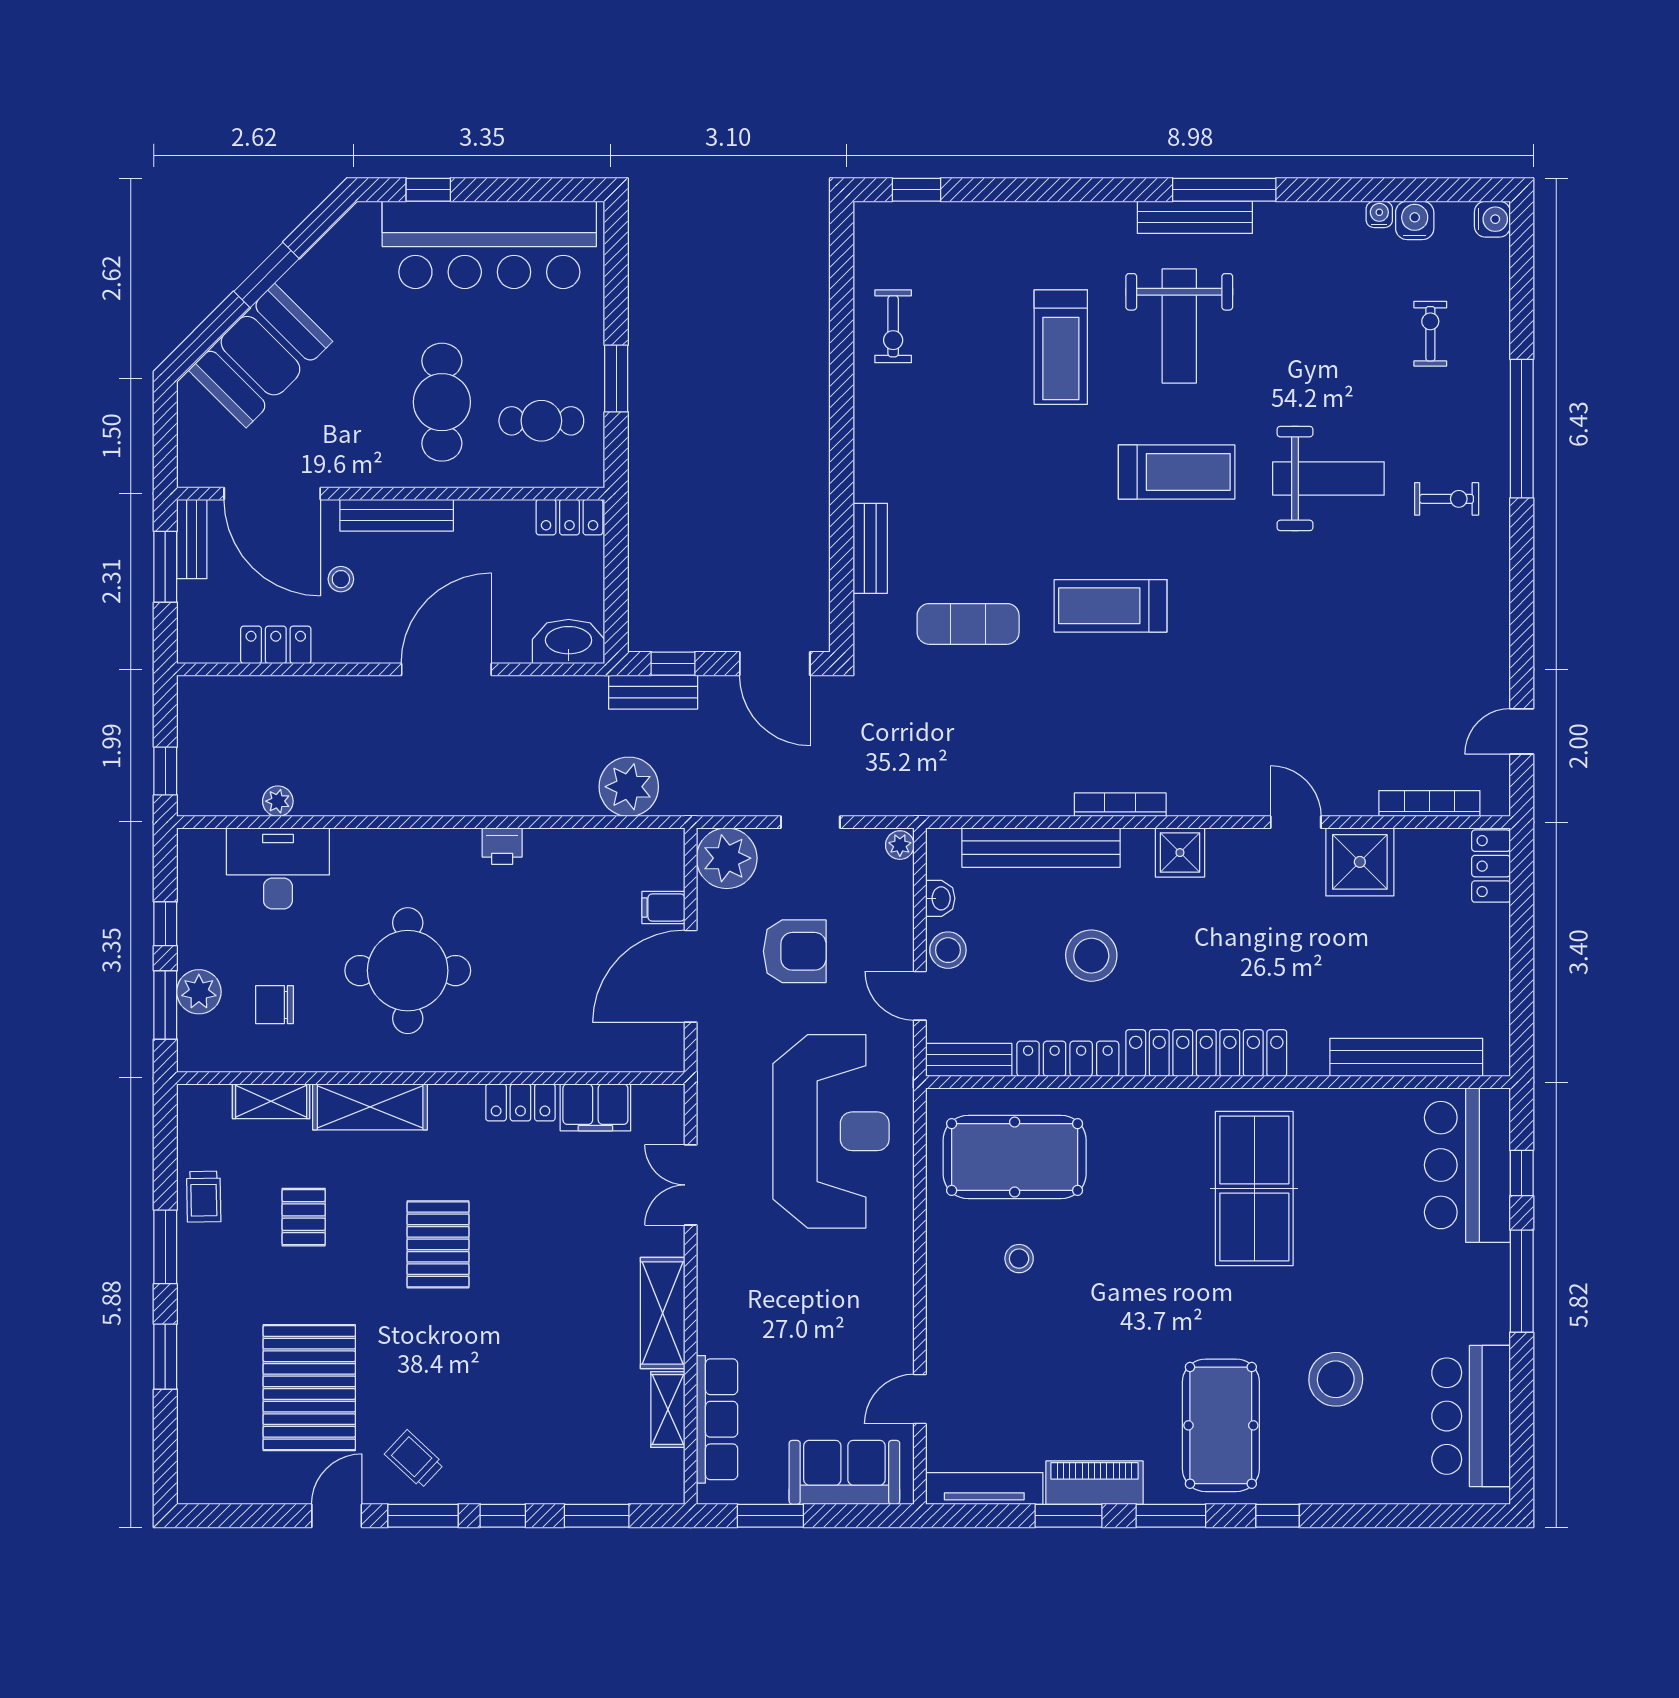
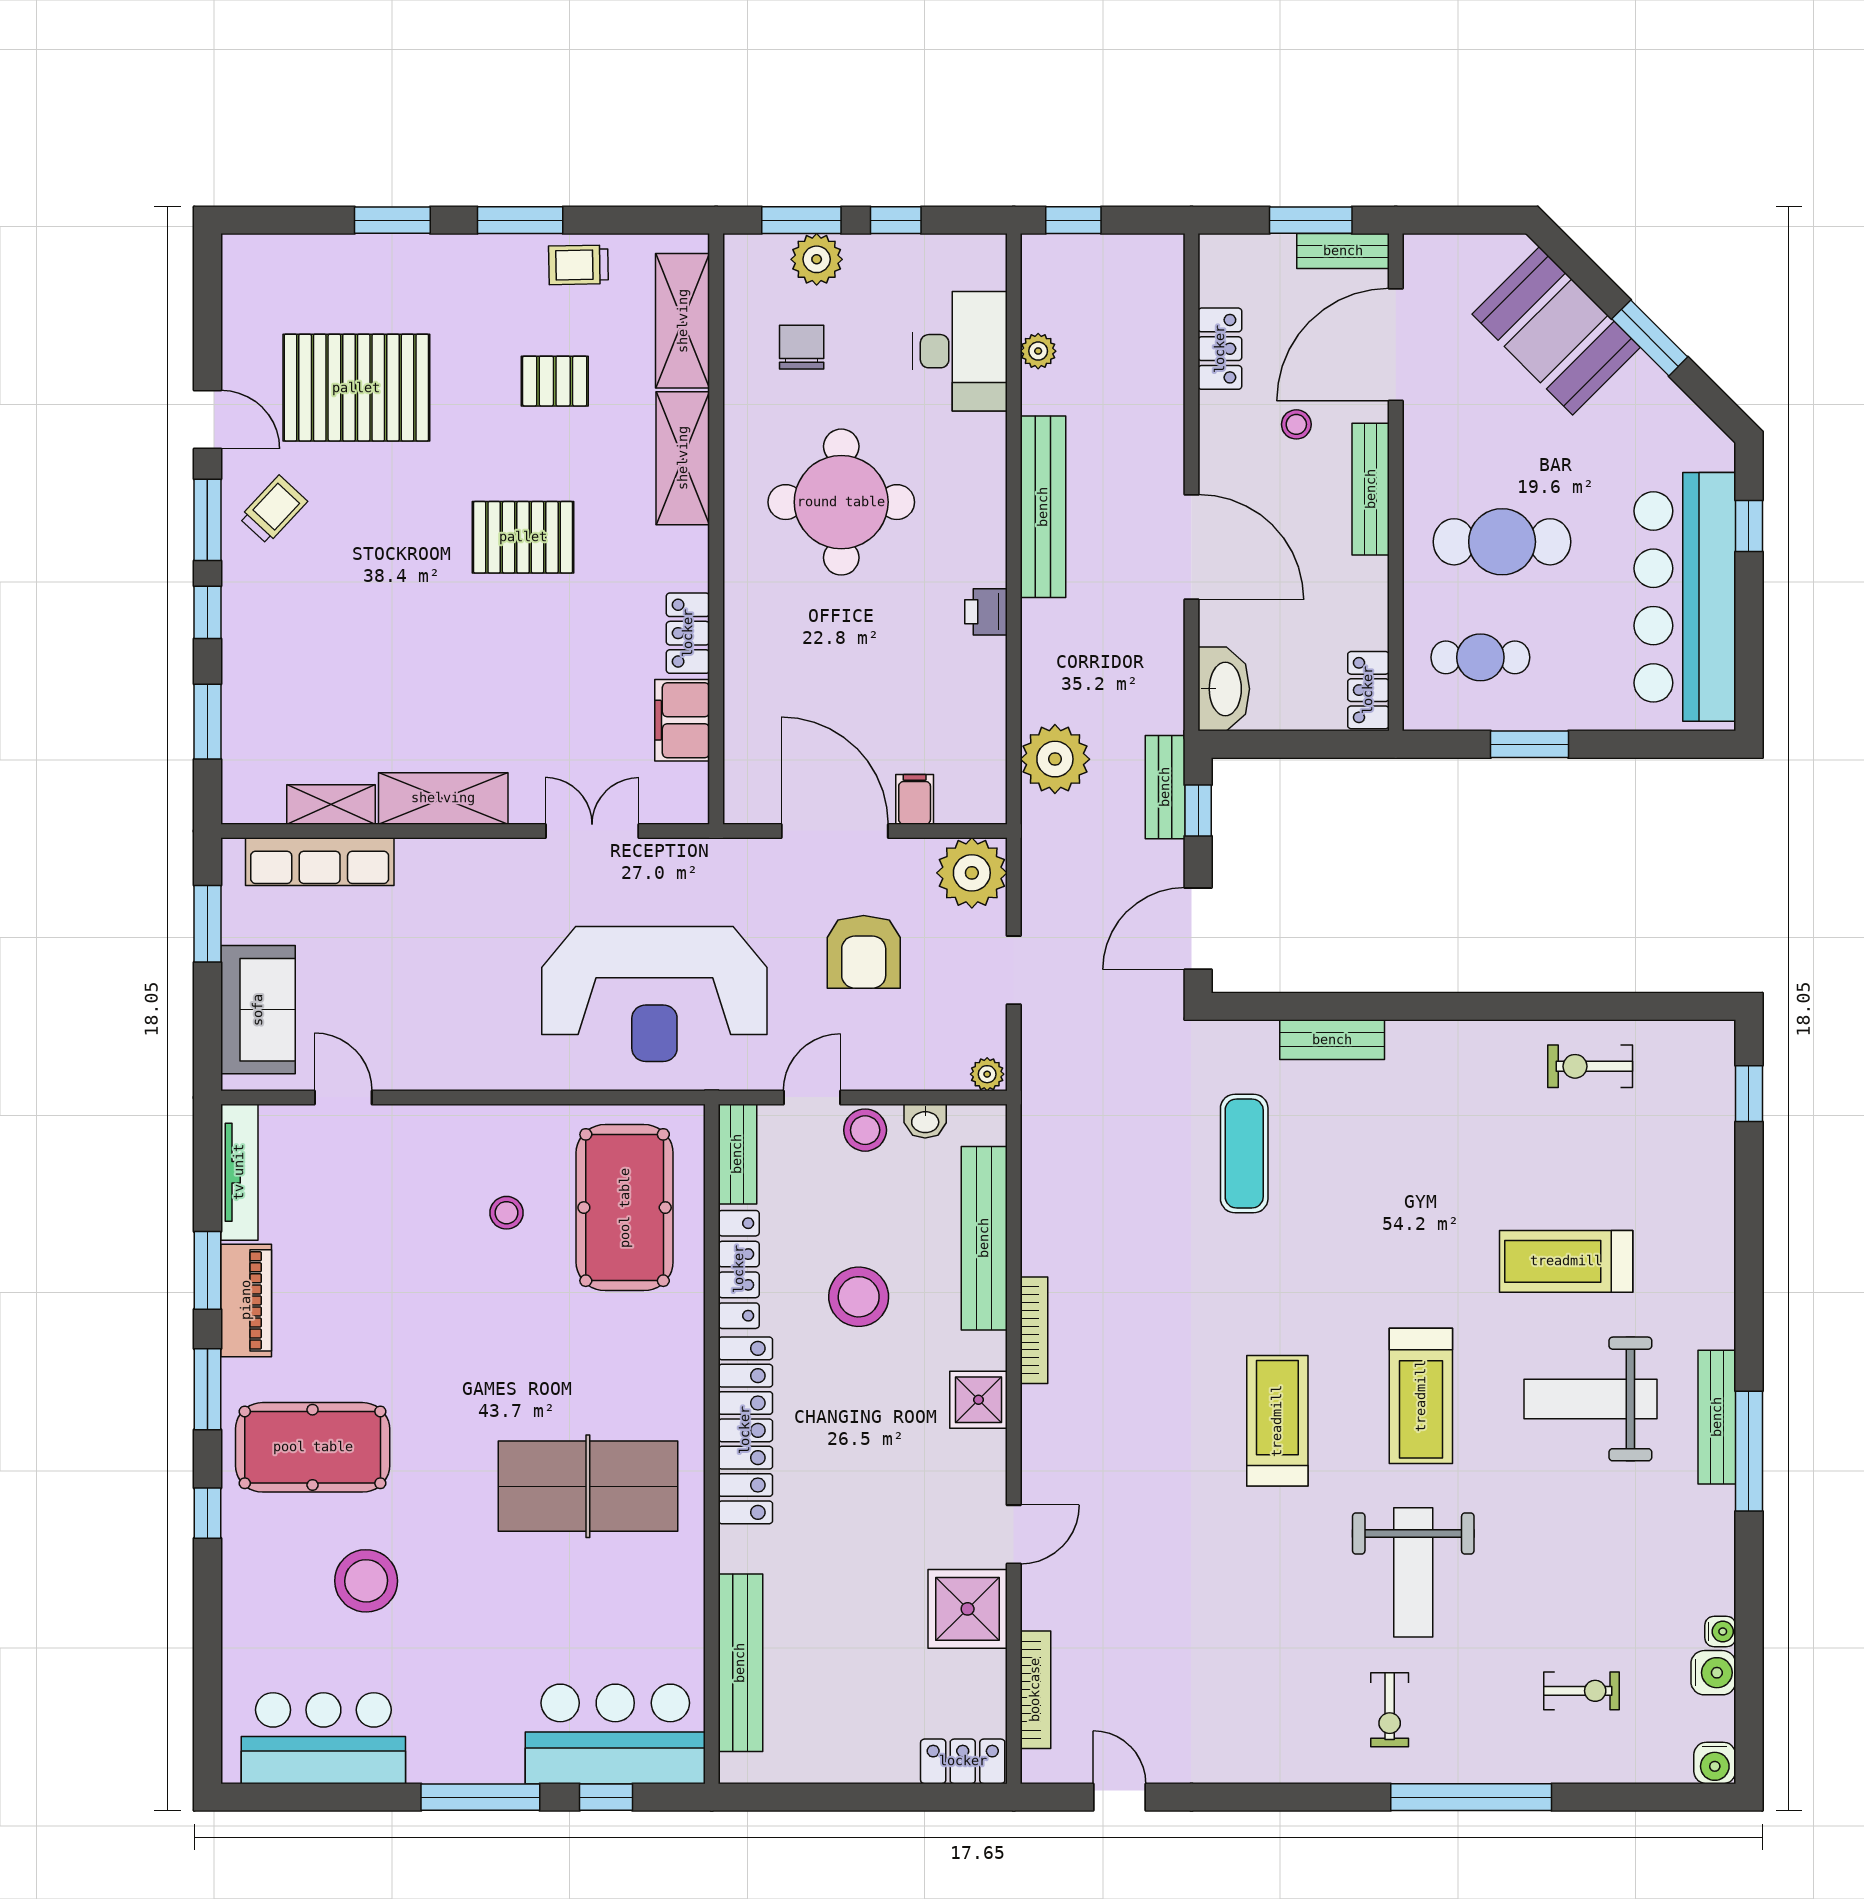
cafe table: (541, 421) -> (1480, 657), turned 90
treadmill: (1111, 606) -> (1277, 1421), moved
bench: (412, 797) -> (1043, 507), added
shelving: (271, 1101) -> (683, 321), width x1.50, depth x1.33

